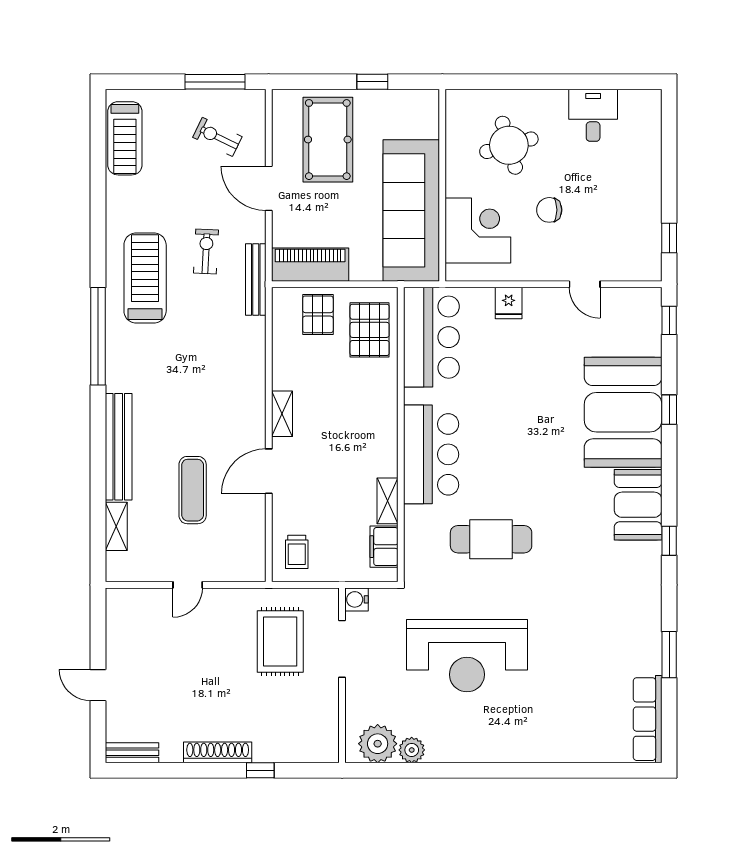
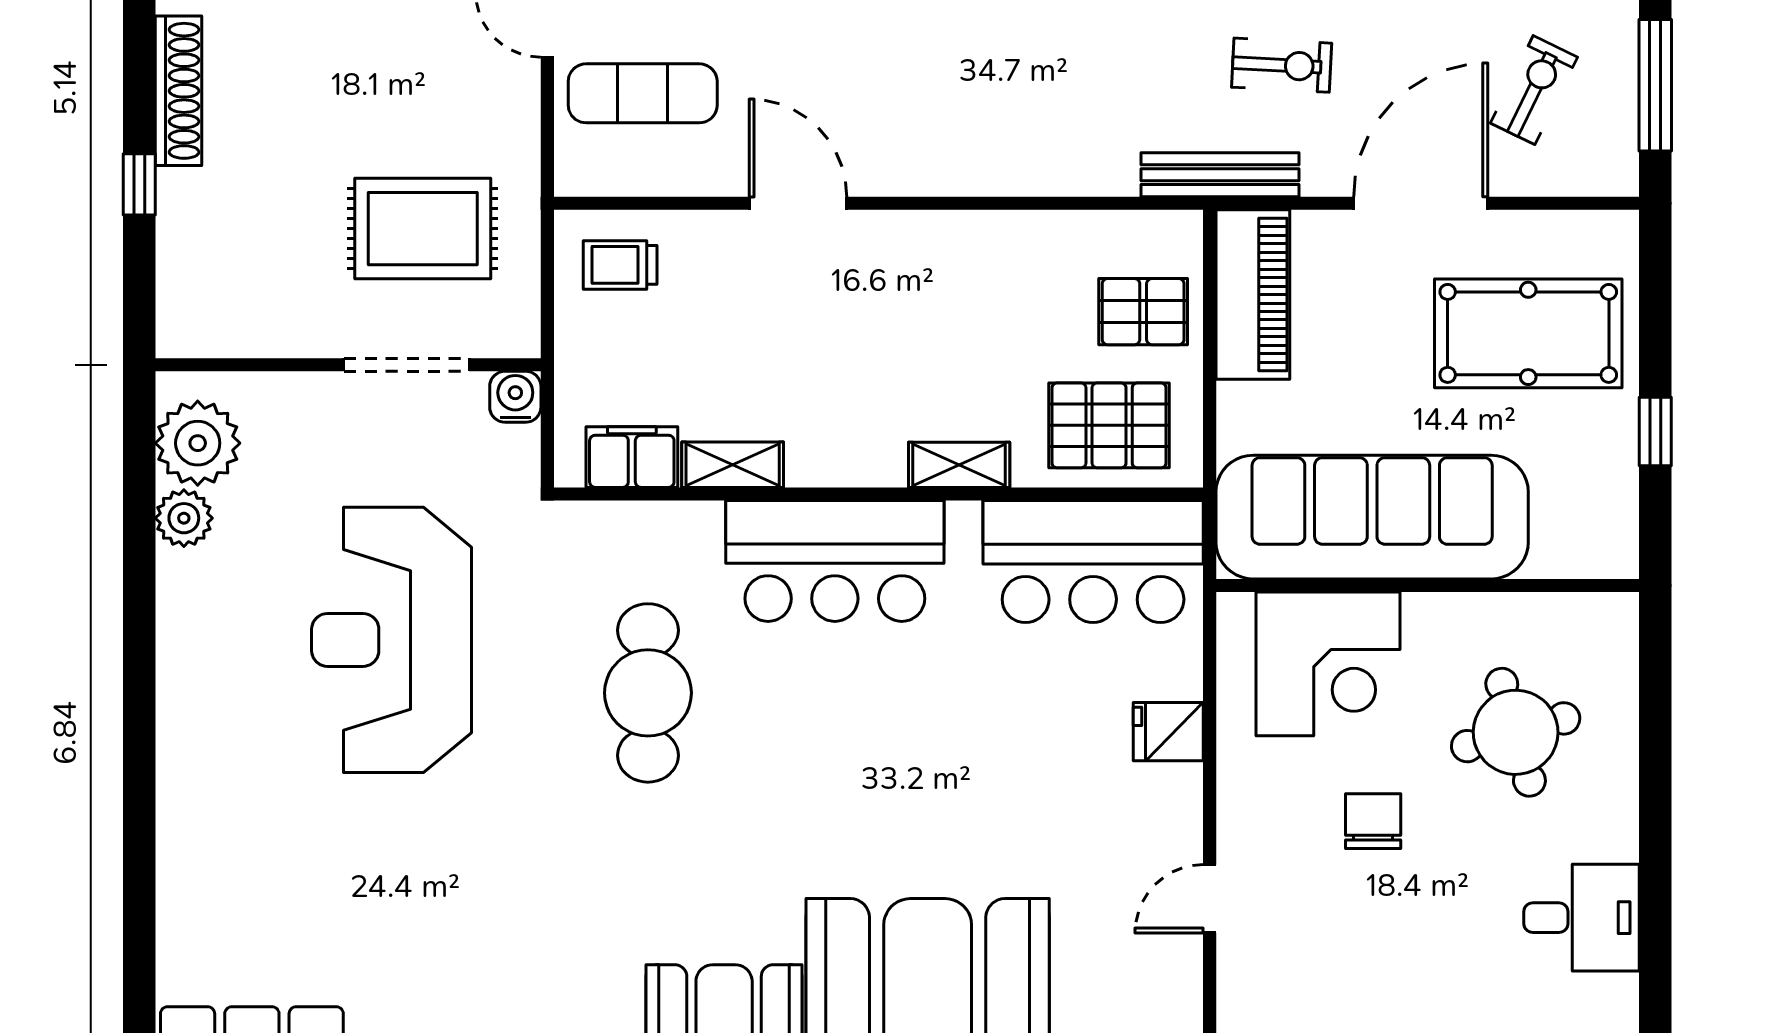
door: (269, 188) -> (1421, 203), width x1.36
shelving: (282, 414) -> (959, 465), moved
exercise mat: (193, 490) -> (643, 93), moved

